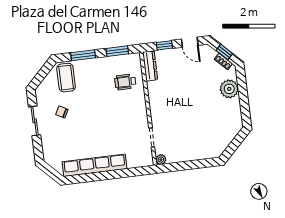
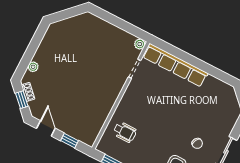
dresser: (150, 66) -> (94, 131), removed
plant: (229, 89) -> (33, 67), width x0.53, depth x0.53
row of seats: (95, 165) -> (175, 65), moved

